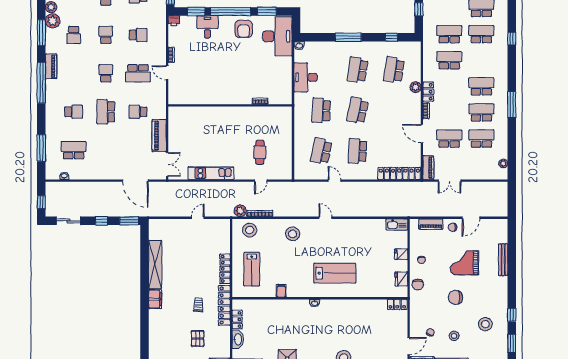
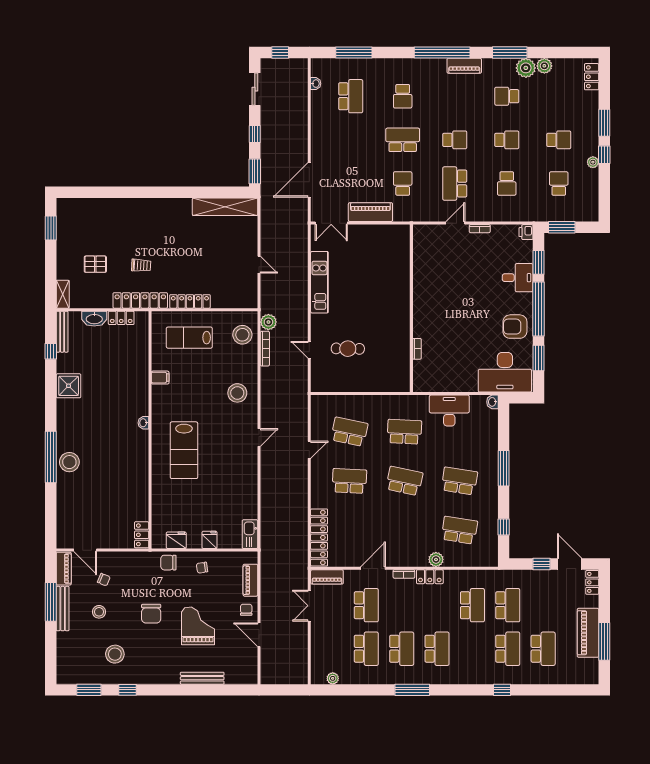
shelving: (155, 264) -> (225, 207), moved
chair: (456, 297) -> (151, 614), turned 180
filing cabinet: (155, 299) -> (149, 207), removed

